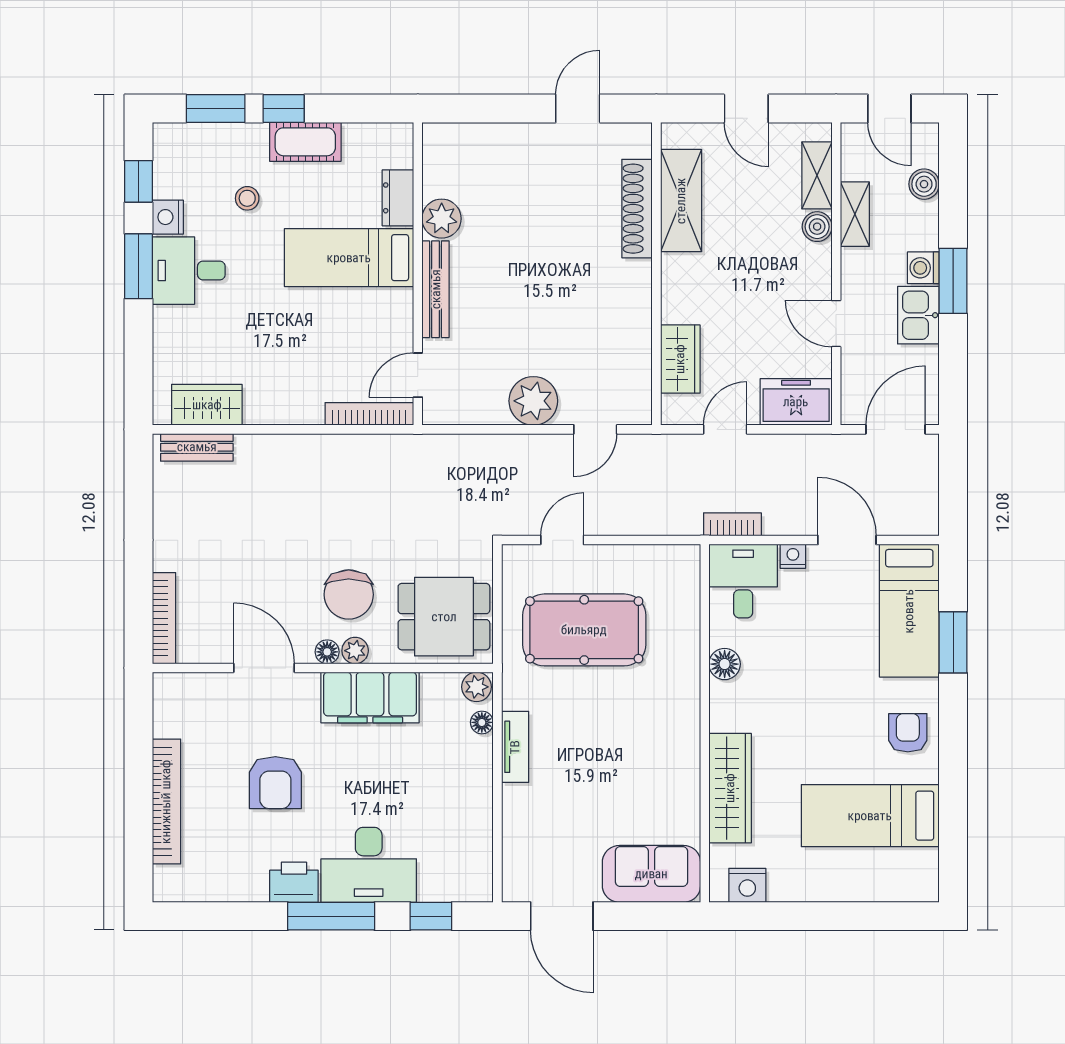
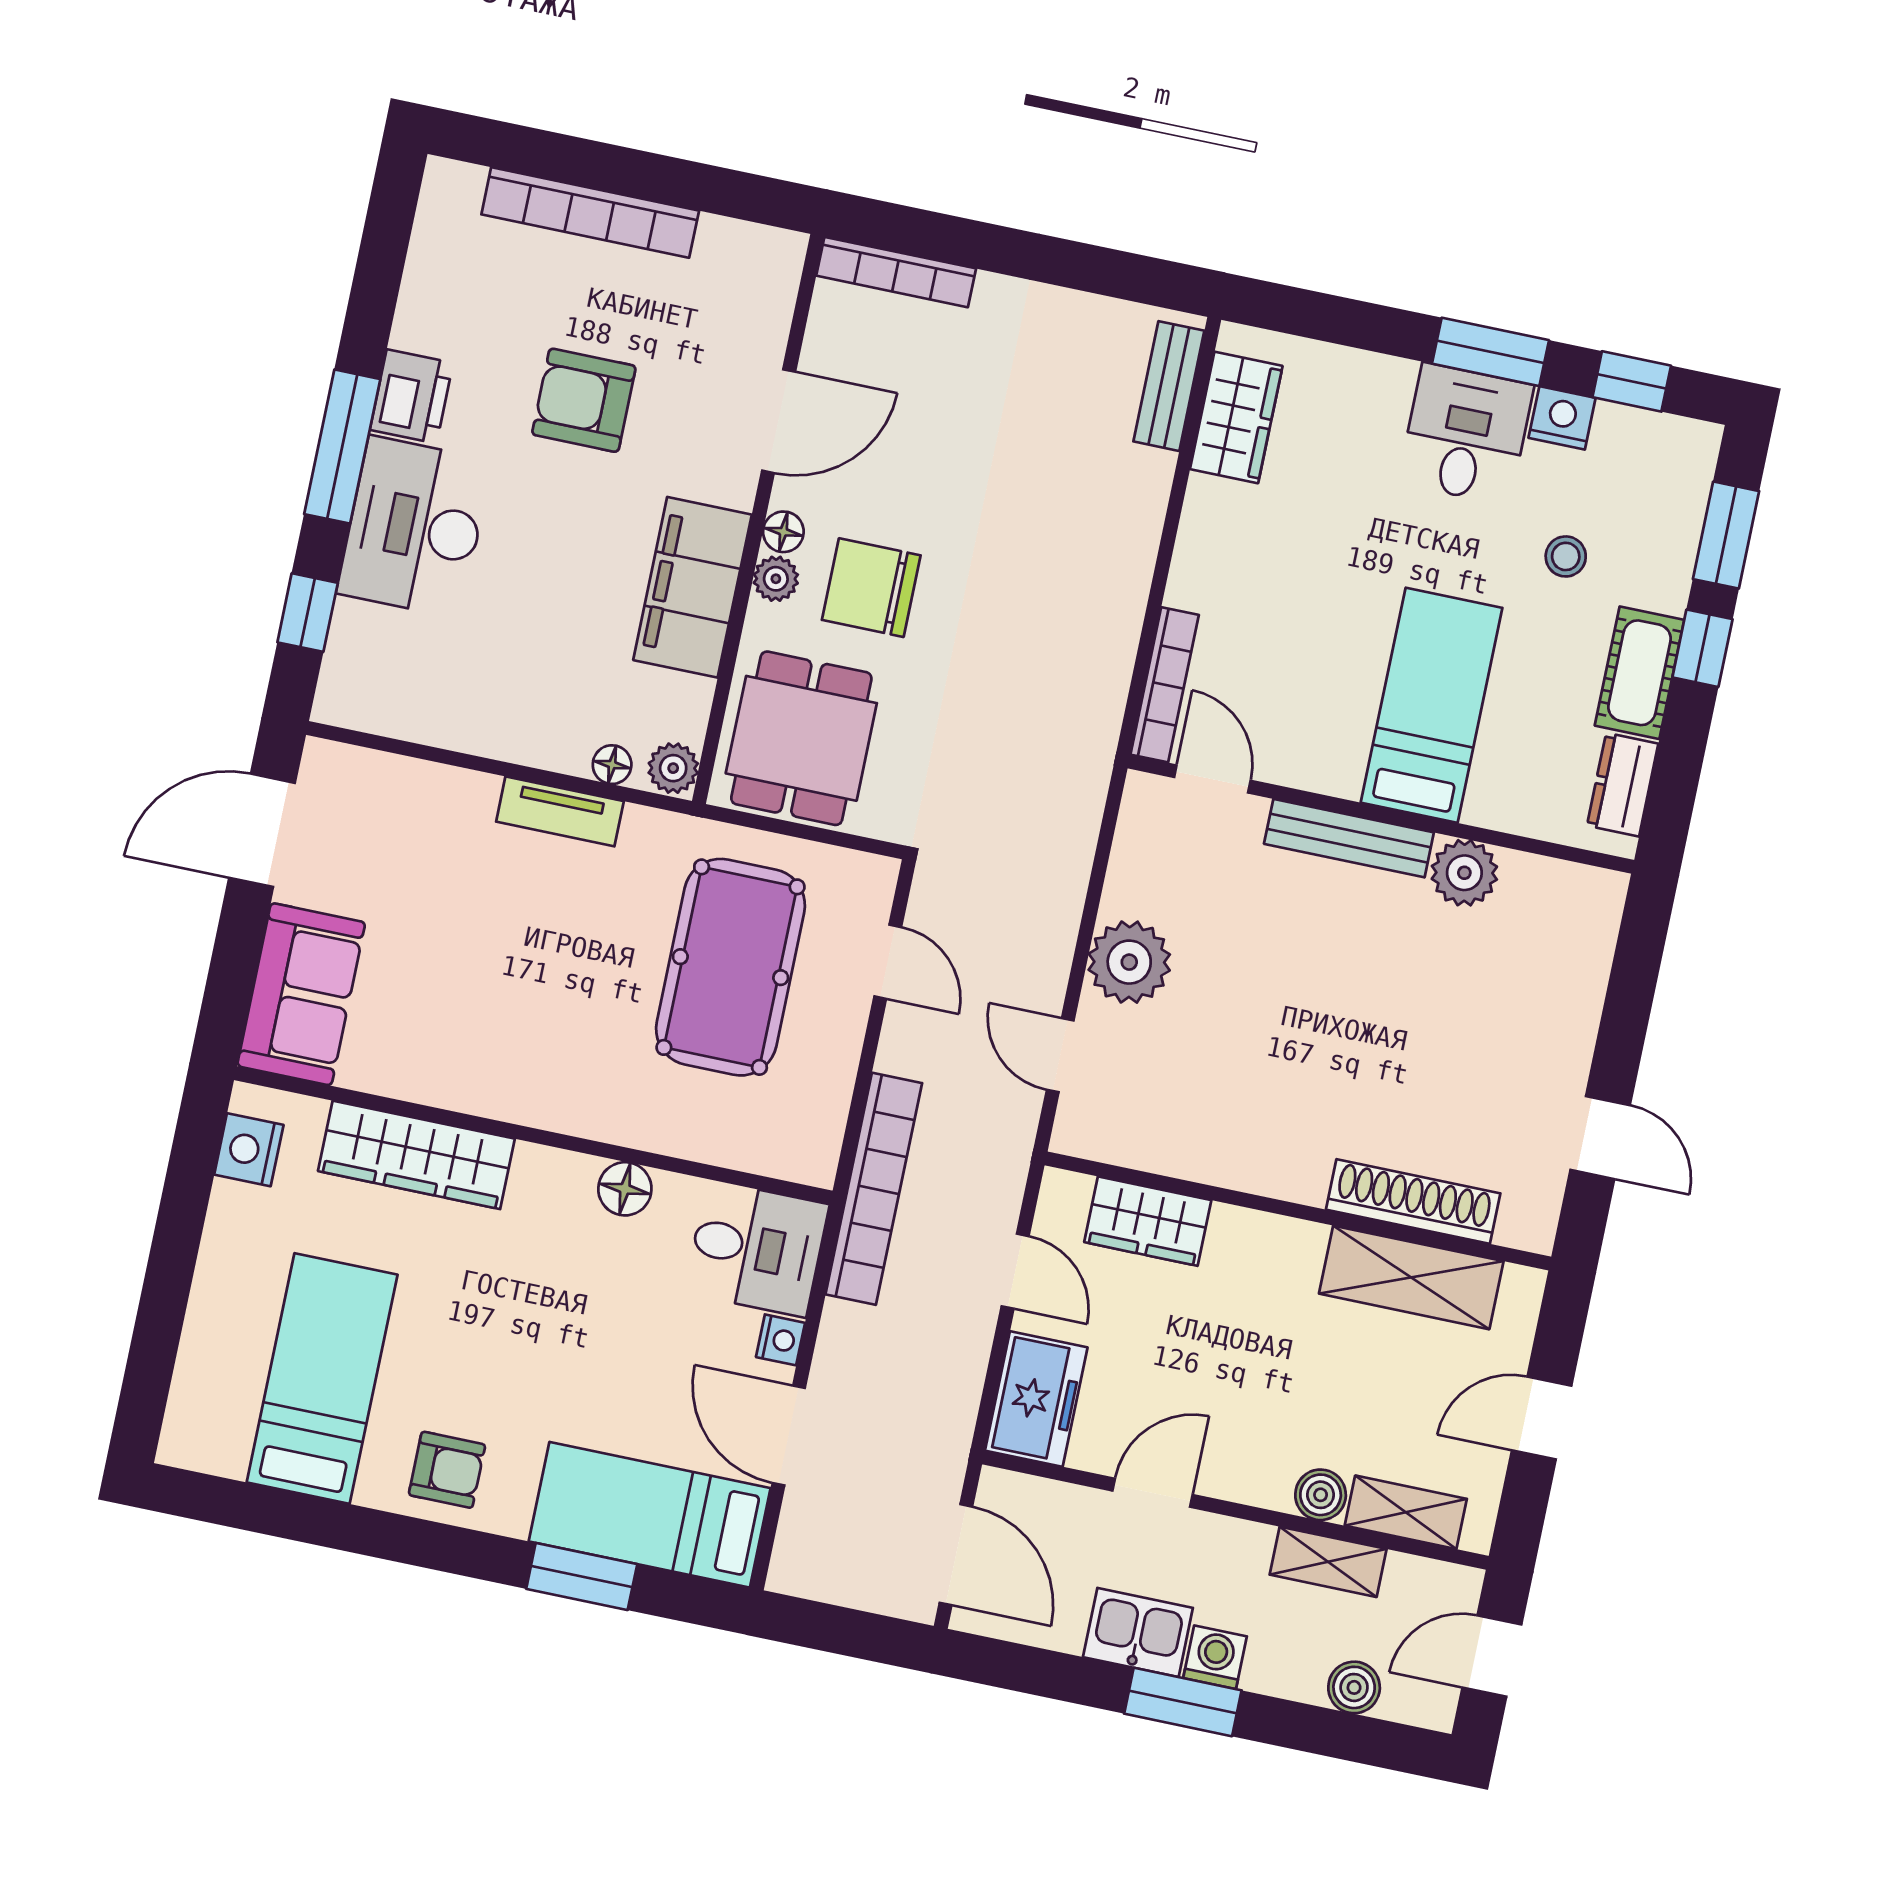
dresser: (398, 198) -> (1623, 785), moved, turned -90
bookcase: (732, 524) -> (874, 1189), width x2.31, depth x1.31
door: (847, 540) -> (789, 1435), swing flipped

